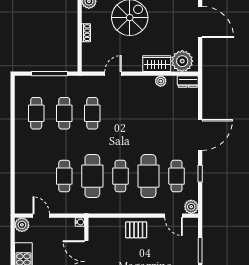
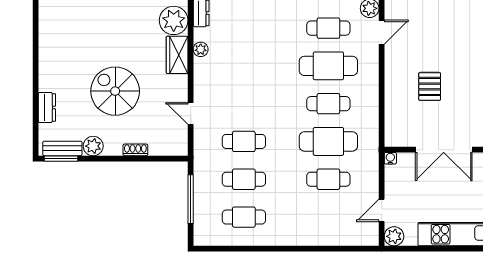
pallet: (136, 230) -> (430, 86), moved

